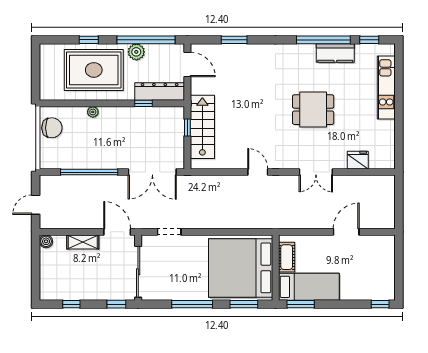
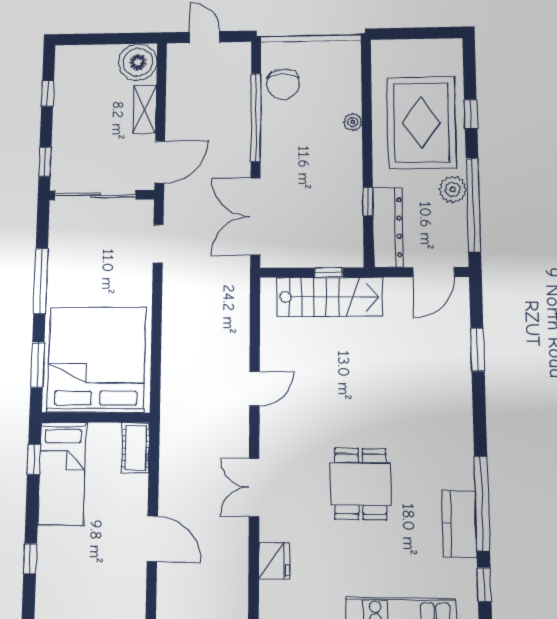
chair: (52, 128) -> (283, 84), moved
boiler: (46, 241) -> (138, 62), width x1.86, depth x1.86
cot: (287, 257) -> (136, 448), moved, turned 90
window: (301, 304) -> (34, 459), width x0.67
window: (380, 304) -> (30, 559), moved

